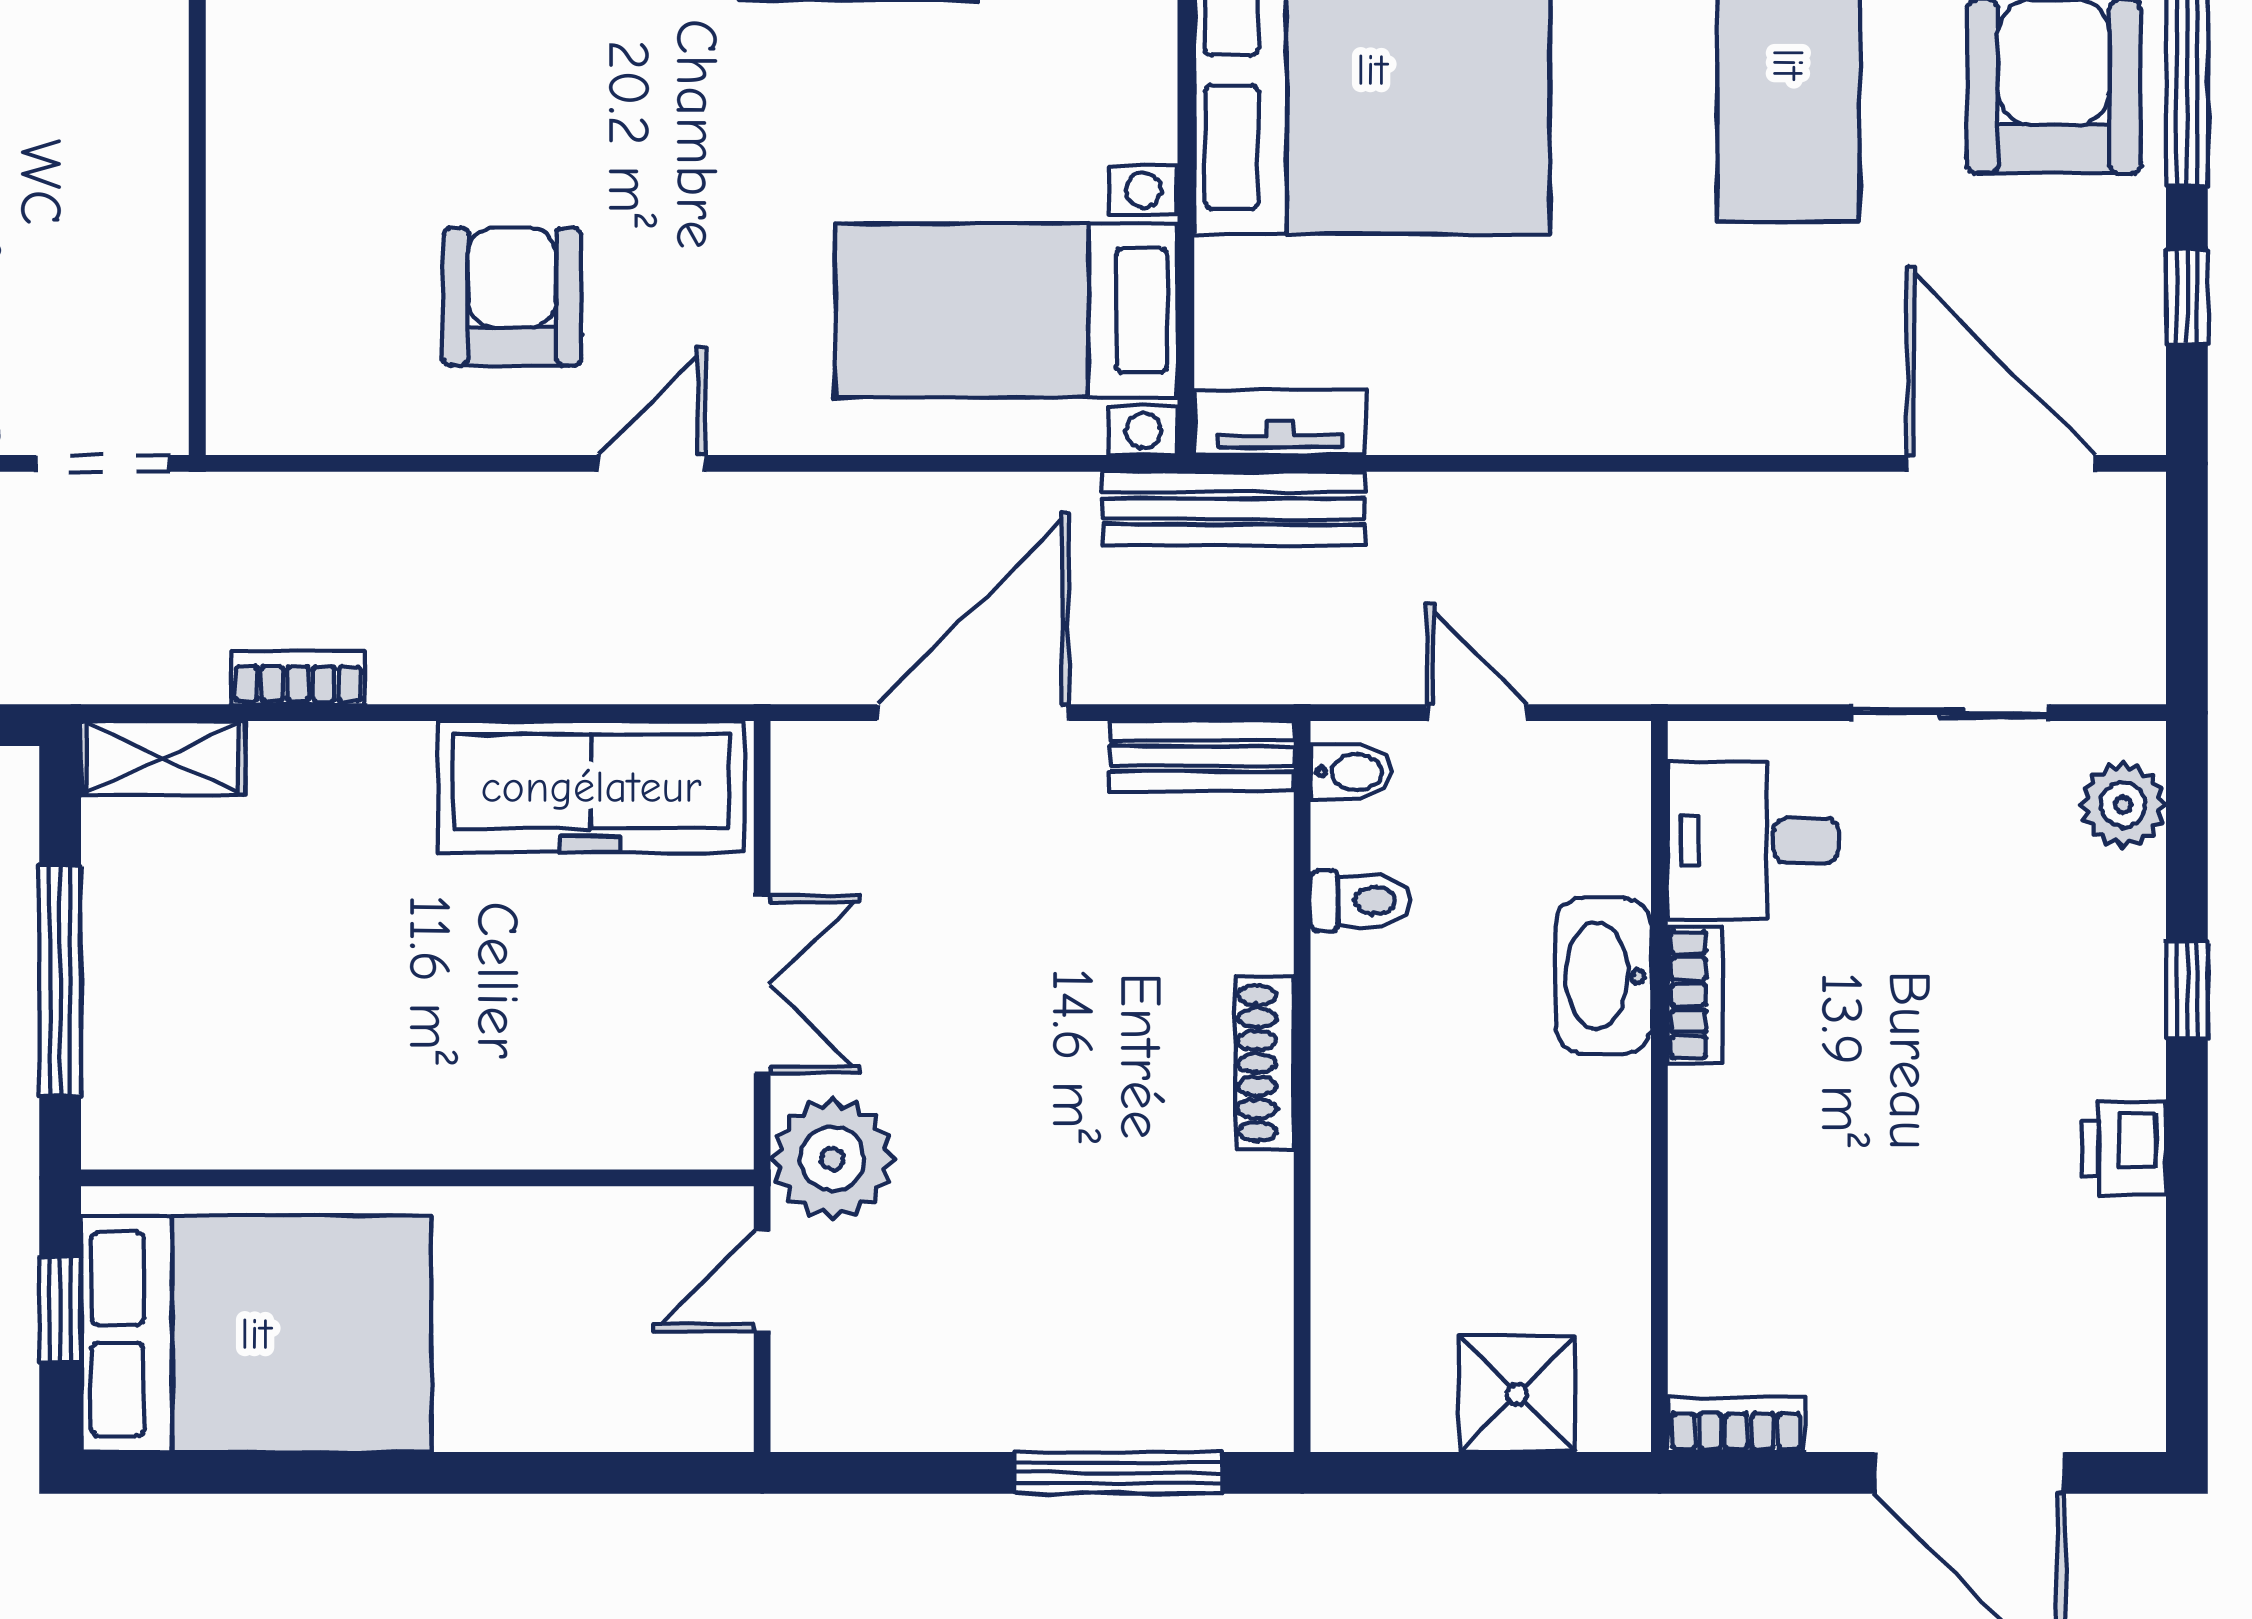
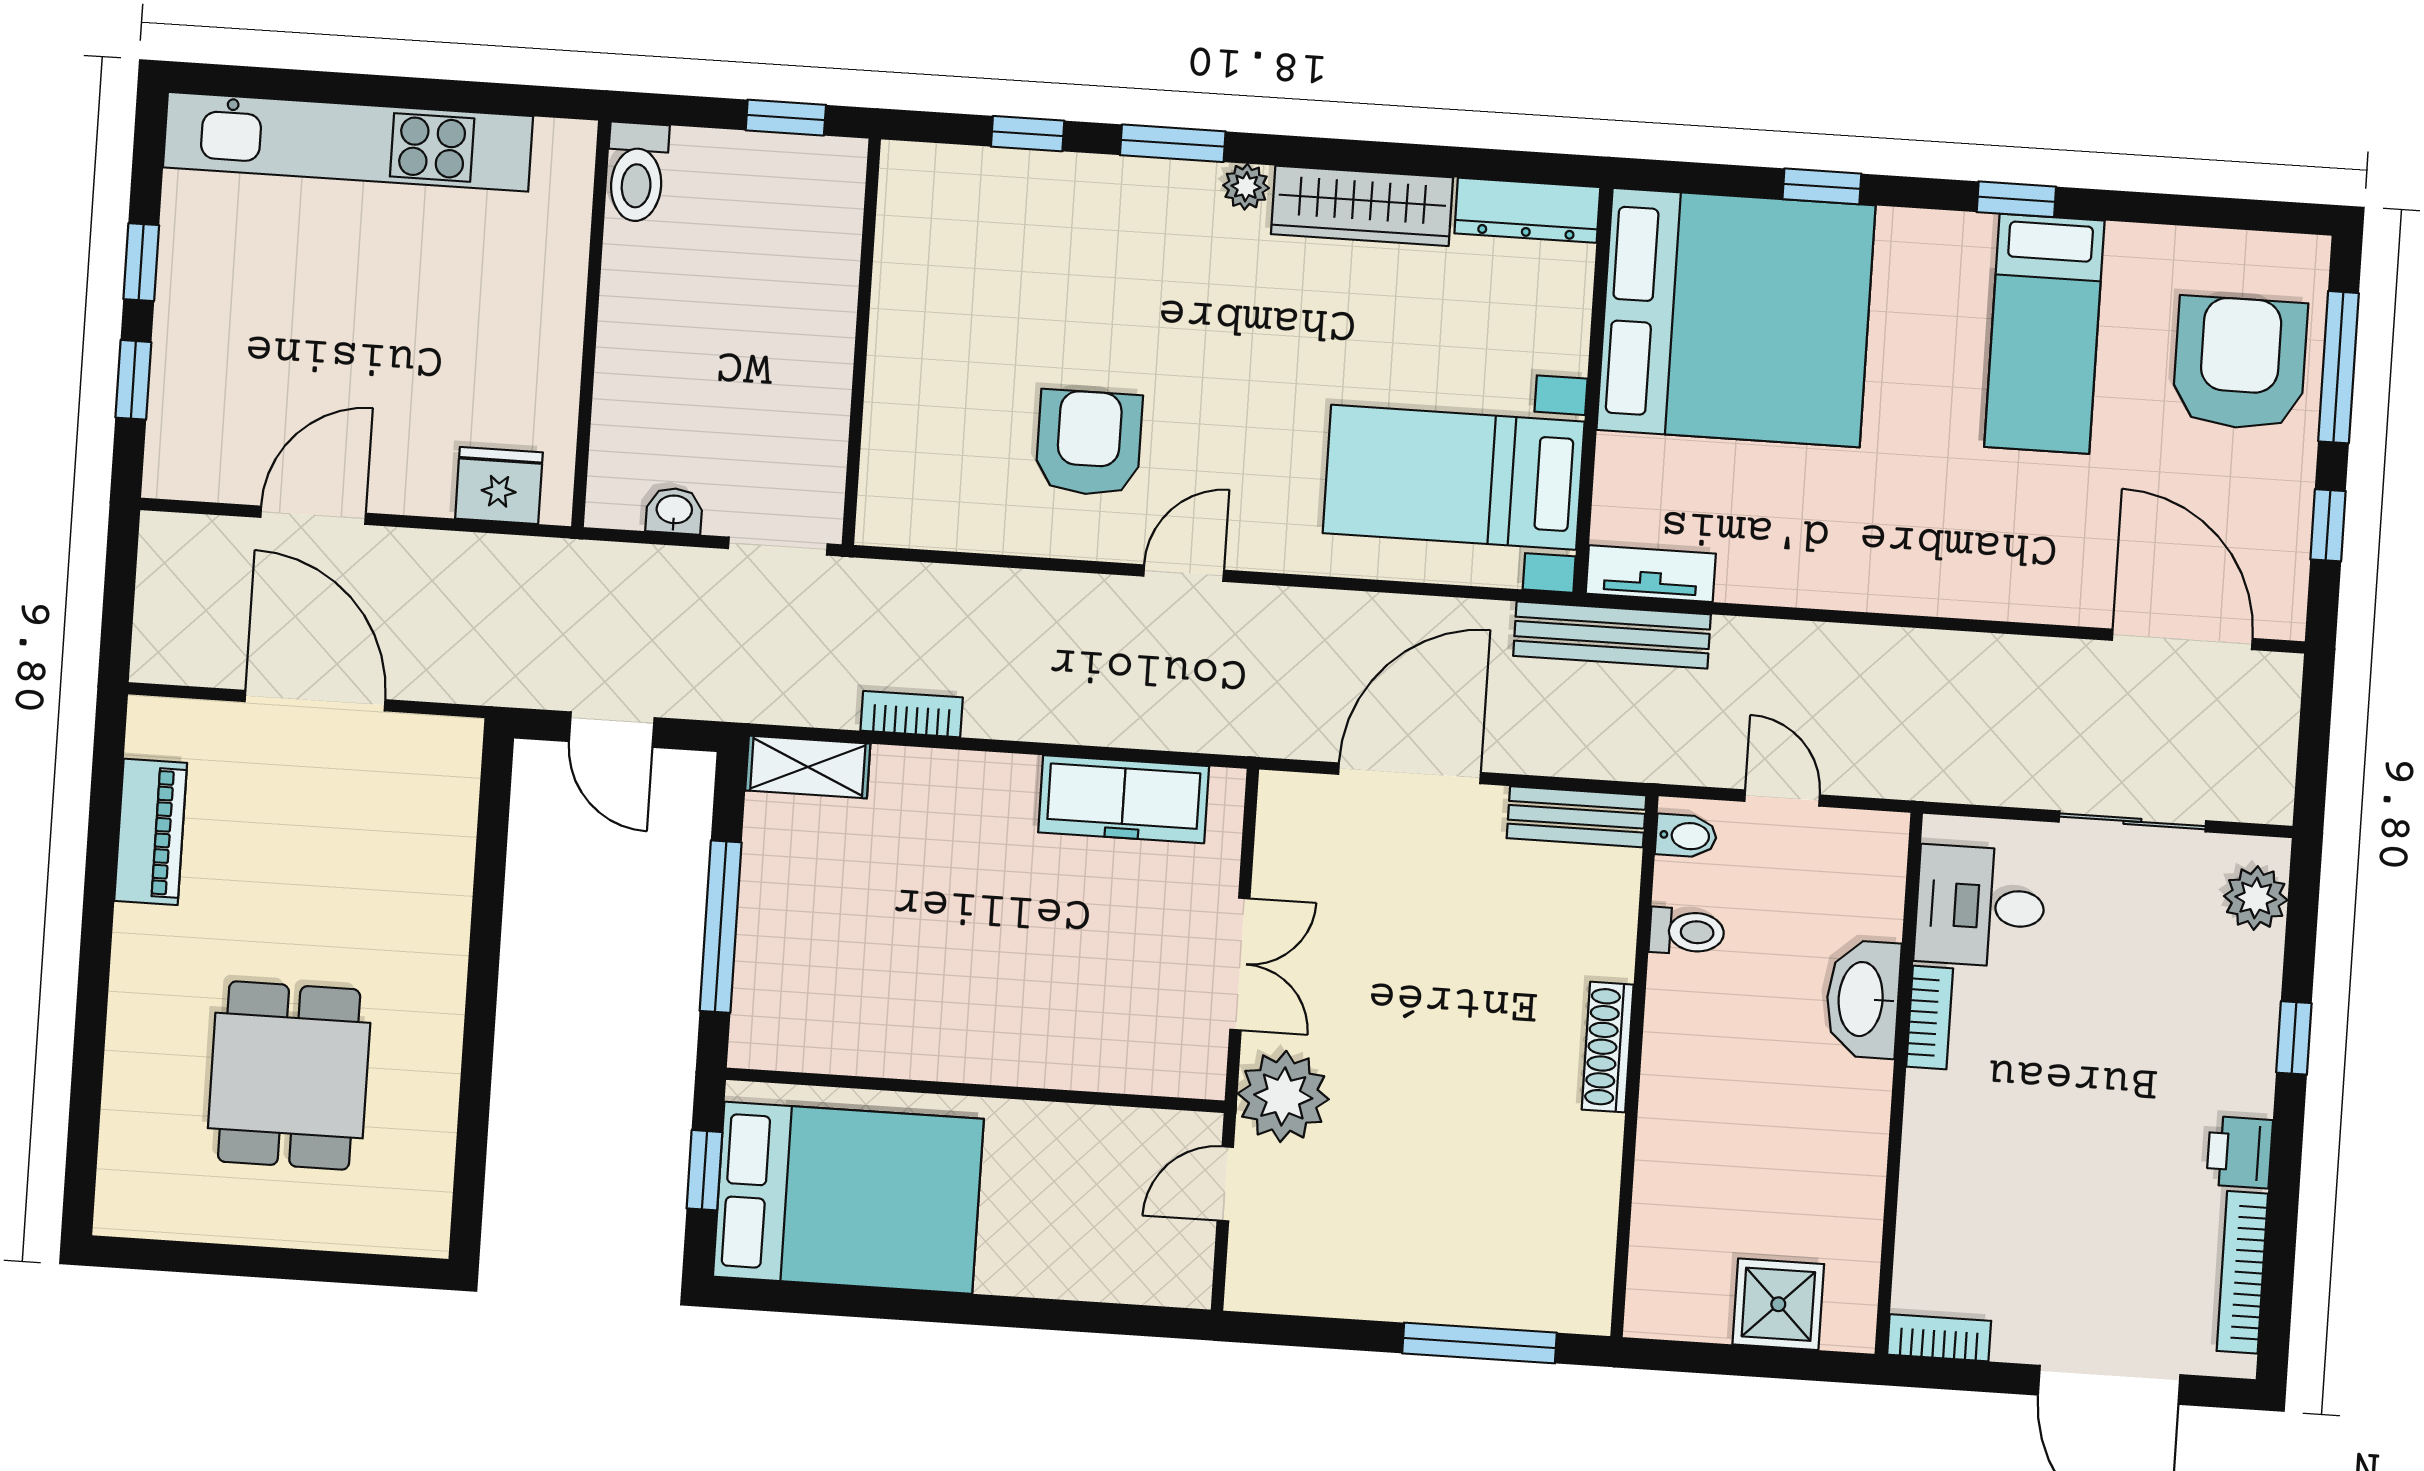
freezer: (591, 787) -> (1124, 799), width x0.73, depth x0.79
bookcase: (2139, 1309) -> (2242, 1272), added

